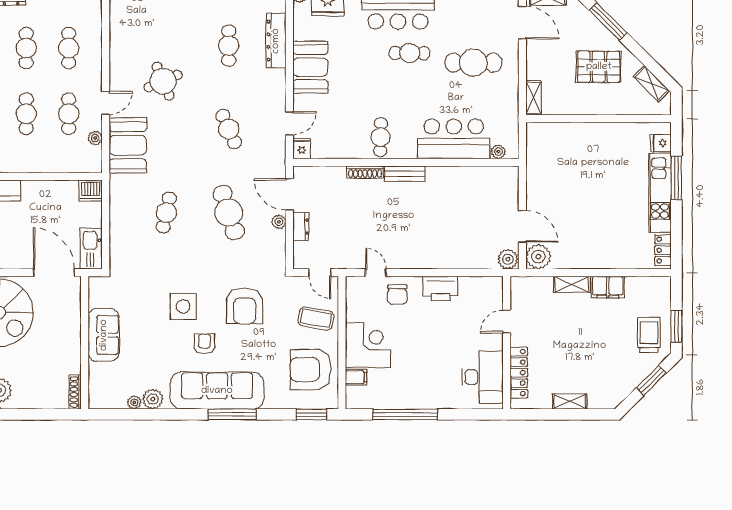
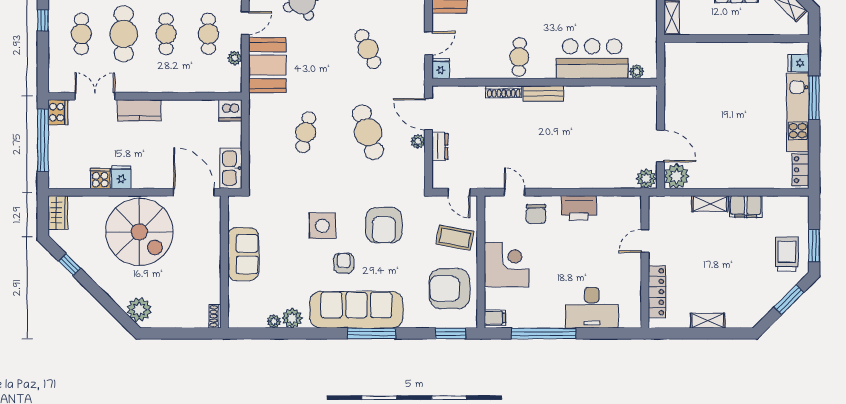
filing cabinet: (356, 377) -> (495, 318), moved
desk: (482, 377) -> (592, 308), moved, turned 90
shoe rack: (75, 392) -> (215, 316), width x0.70

